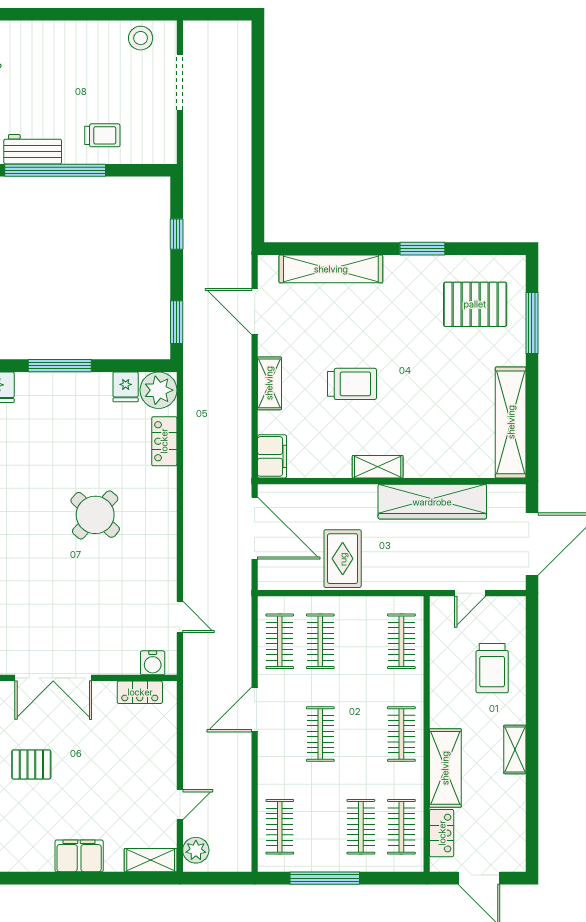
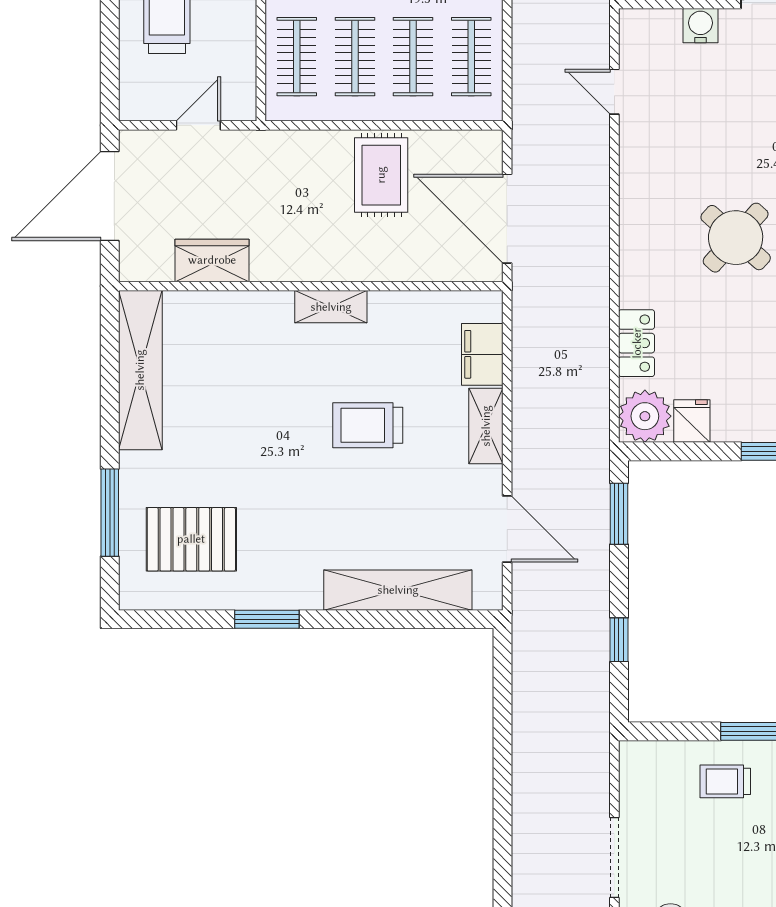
filing cabinet: (272, 456) -> (482, 354), moved
wardrobe: (432, 502) -> (212, 260), width x0.48, depth x0.85
clothes rail: (361, 641) -> (355, 57), added
water cooler: (153, 663) -> (701, 26), moved

